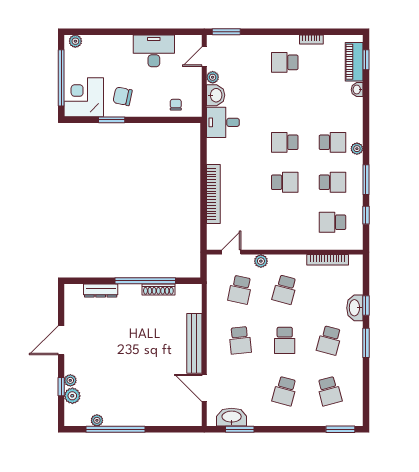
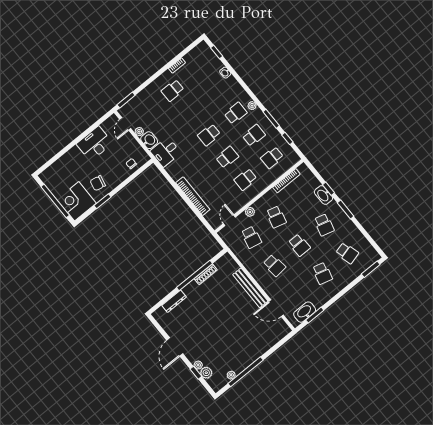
plant: (75, 41) -> (46, 174), removed
piano: (354, 62) -> (211, 58), removed
school desk: (285, 222) -> (245, 179), added

